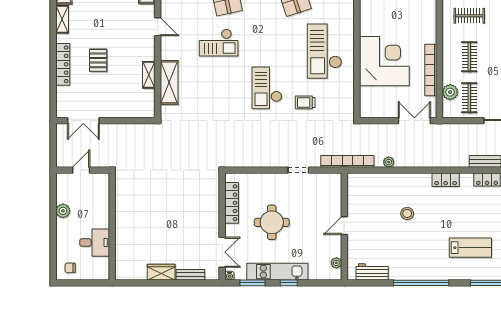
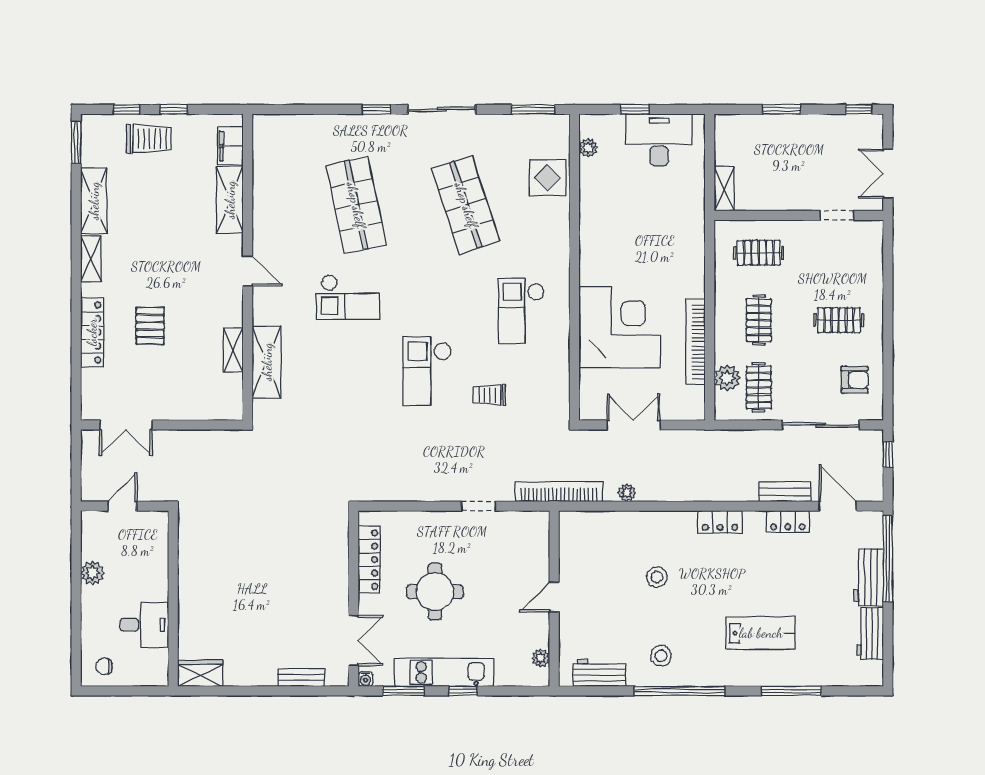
checkout: (324, 51) -> (521, 311), width x0.73, depth x0.83
double door: (414, 121) -> (634, 425), moved
stool: (410, 261) -> (661, 656), added
wardrobe: (161, 272) -> (200, 673), moved

